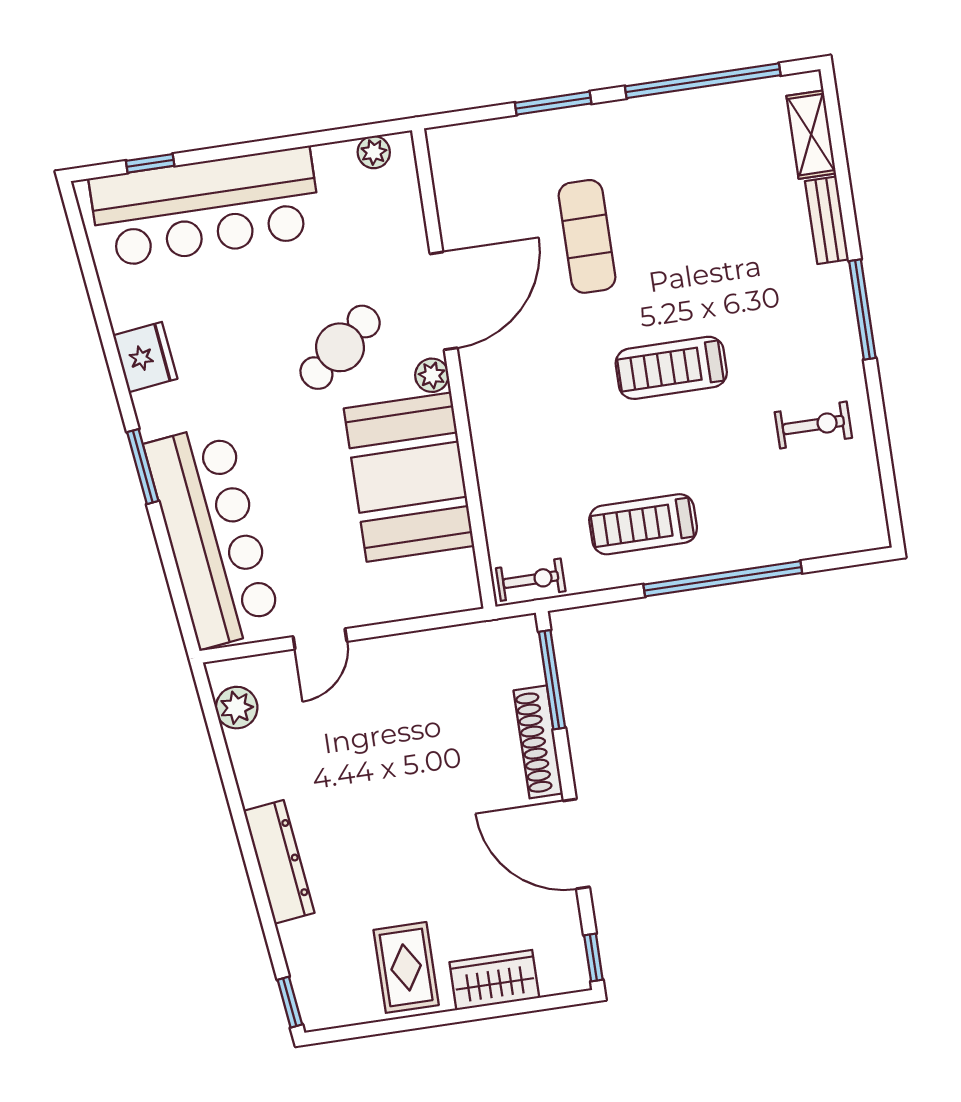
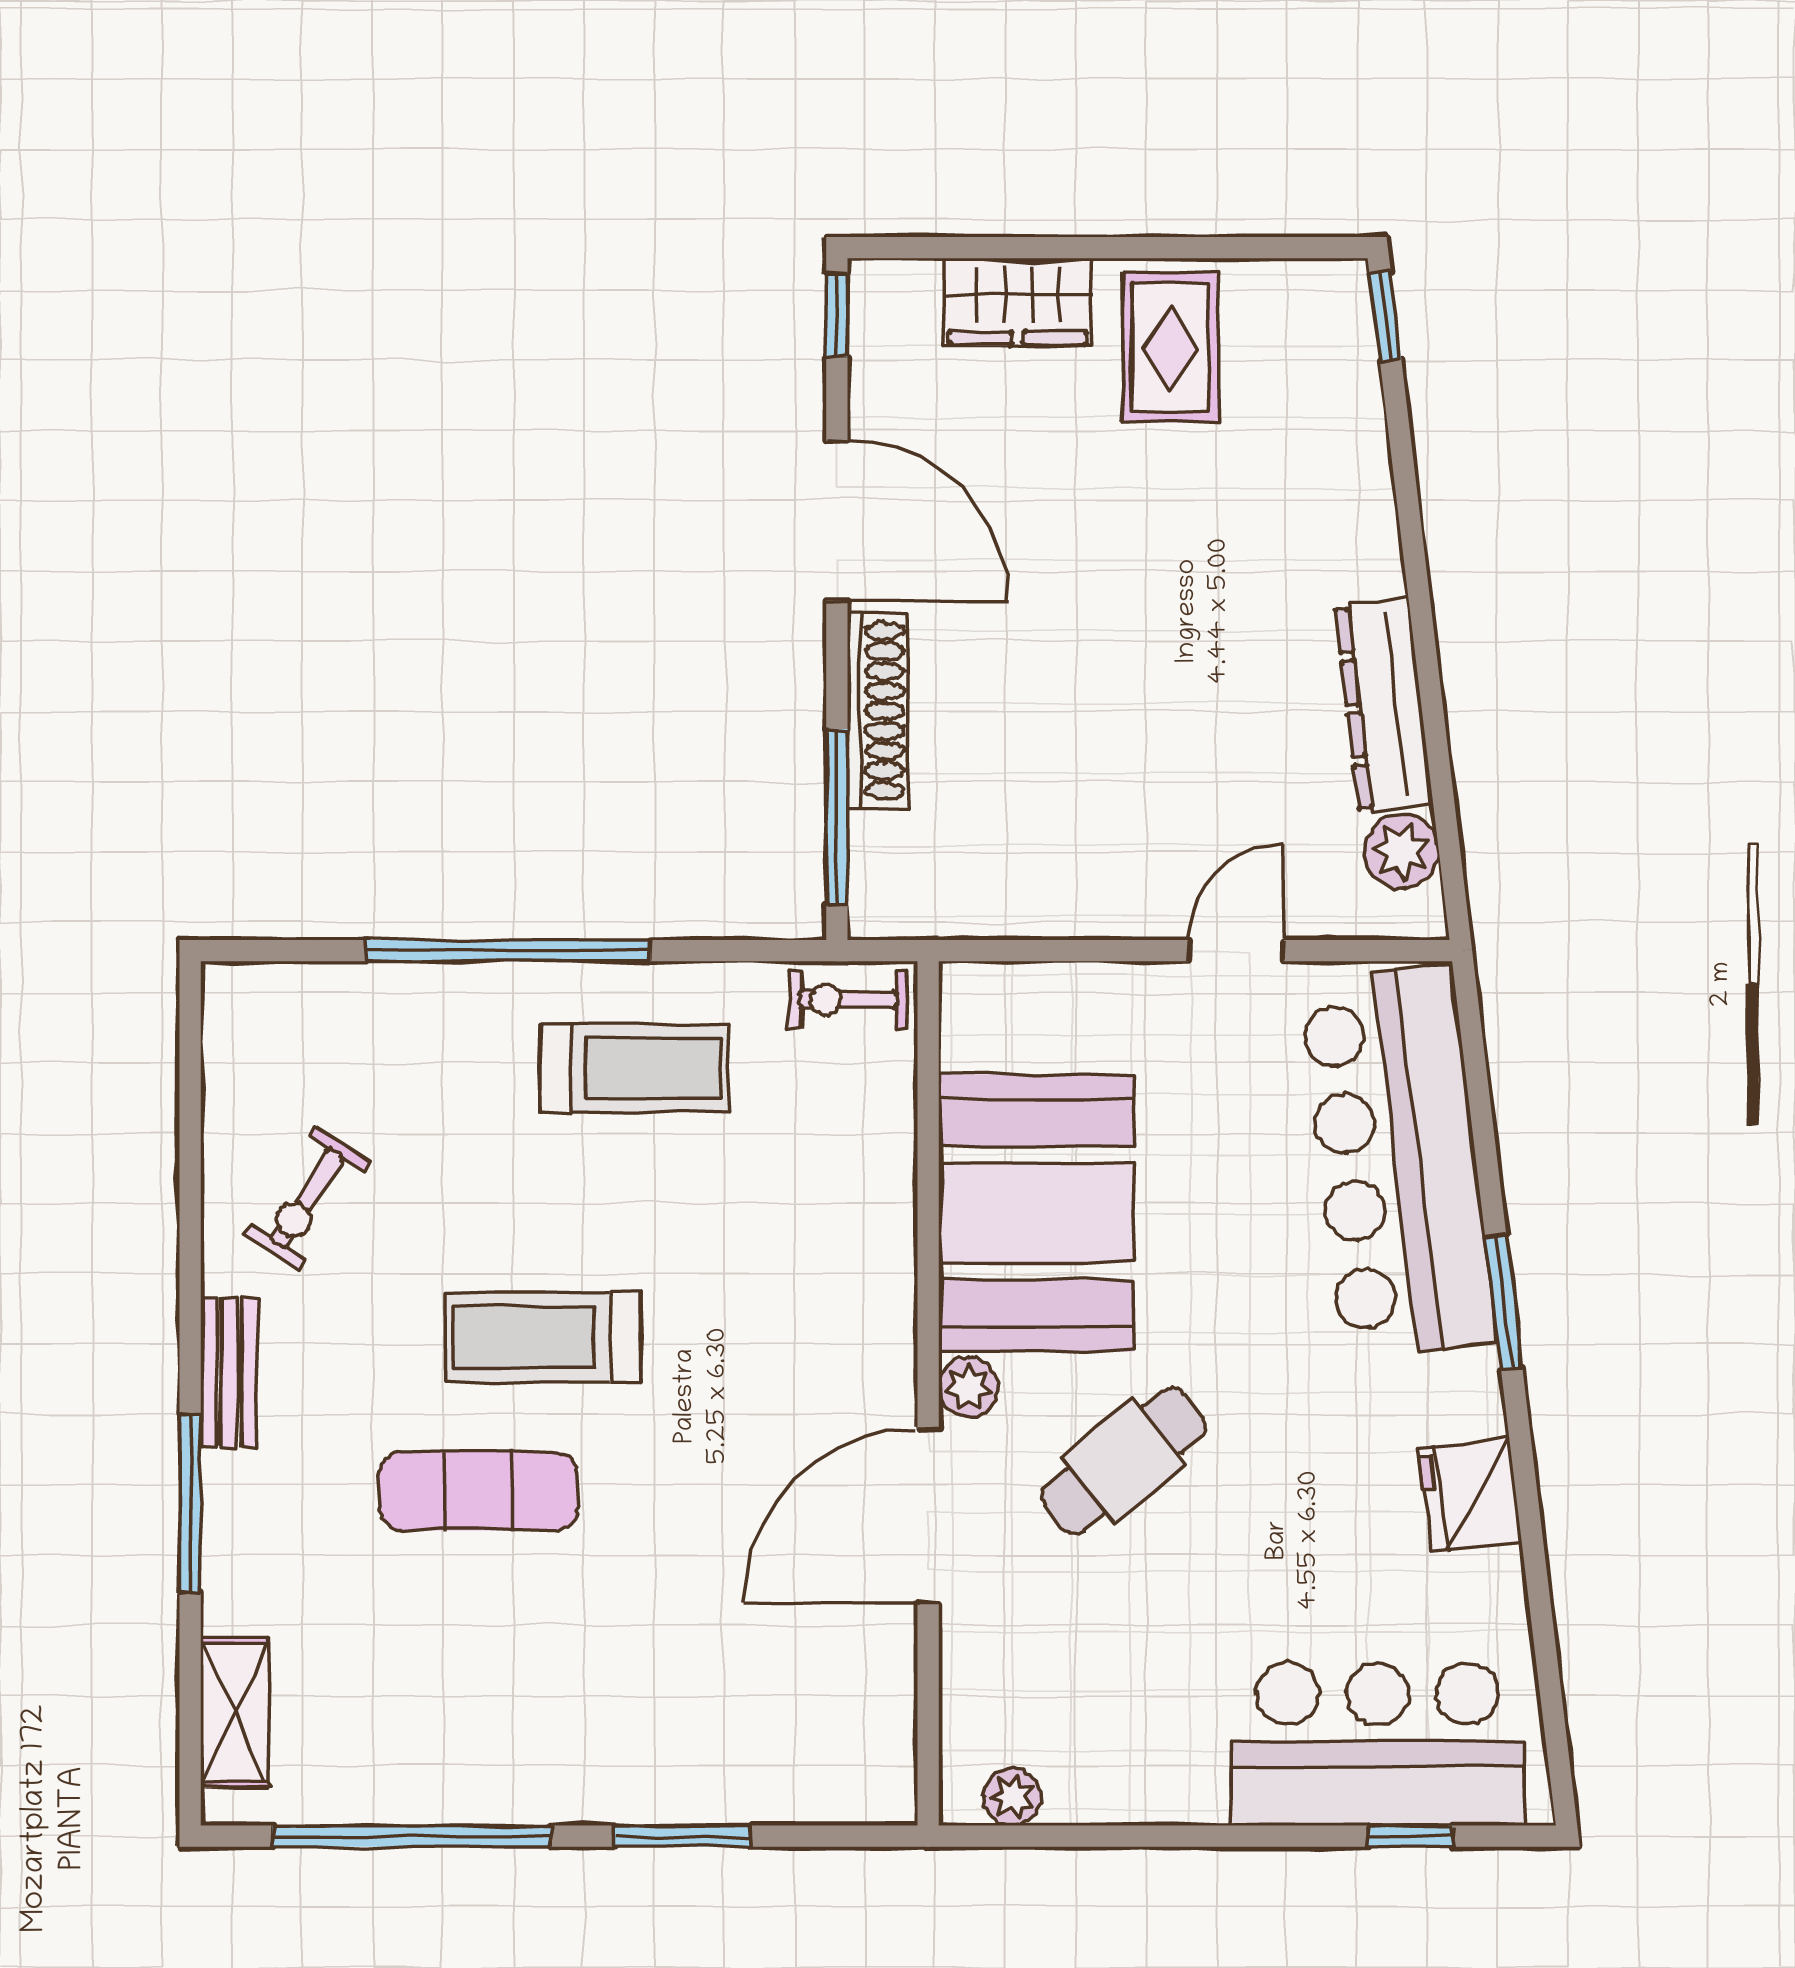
bar counter: (206, 207) -> (1378, 1744), width x0.73
bench: (827, 220) -> (229, 1372), moved
exercise mat: (587, 236) -> (478, 1491), moved, turned 90
window: (862, 310) -> (190, 1503), moved
treadmill: (671, 368) -> (544, 1337), turned 180
exercise bike: (813, 425) -> (307, 1198), turned -57
dresser: (279, 862) -> (1384, 705), moved

